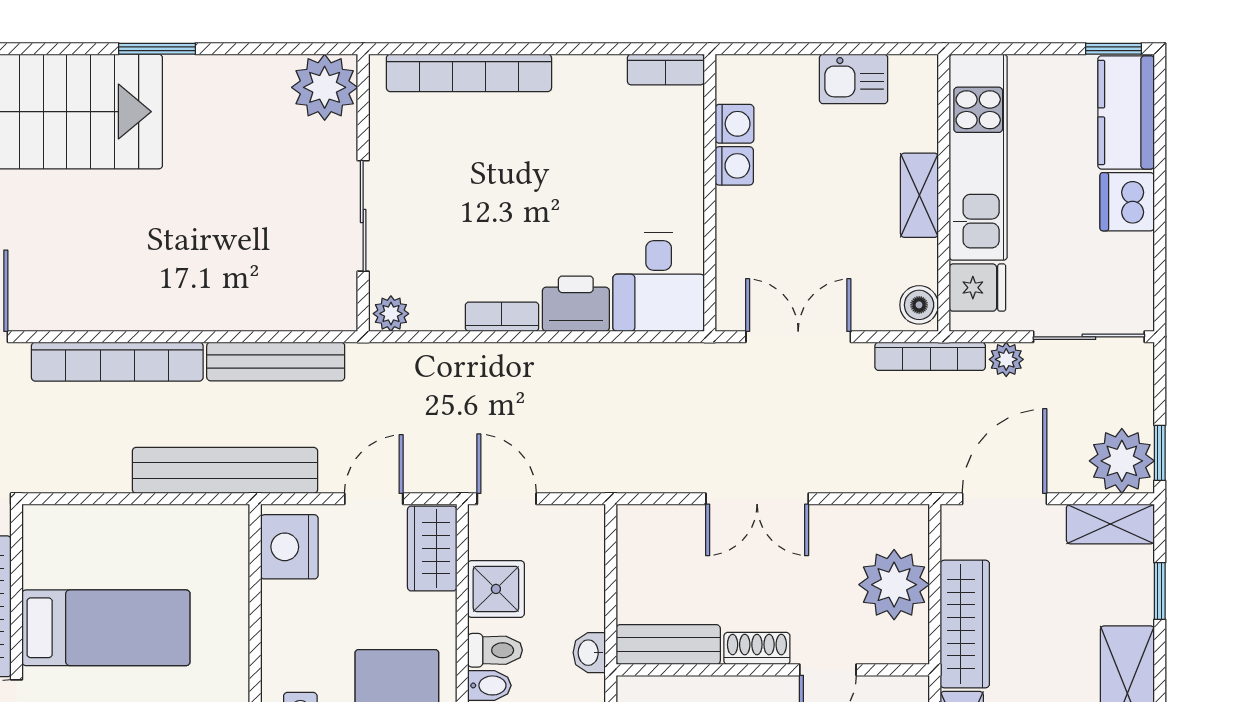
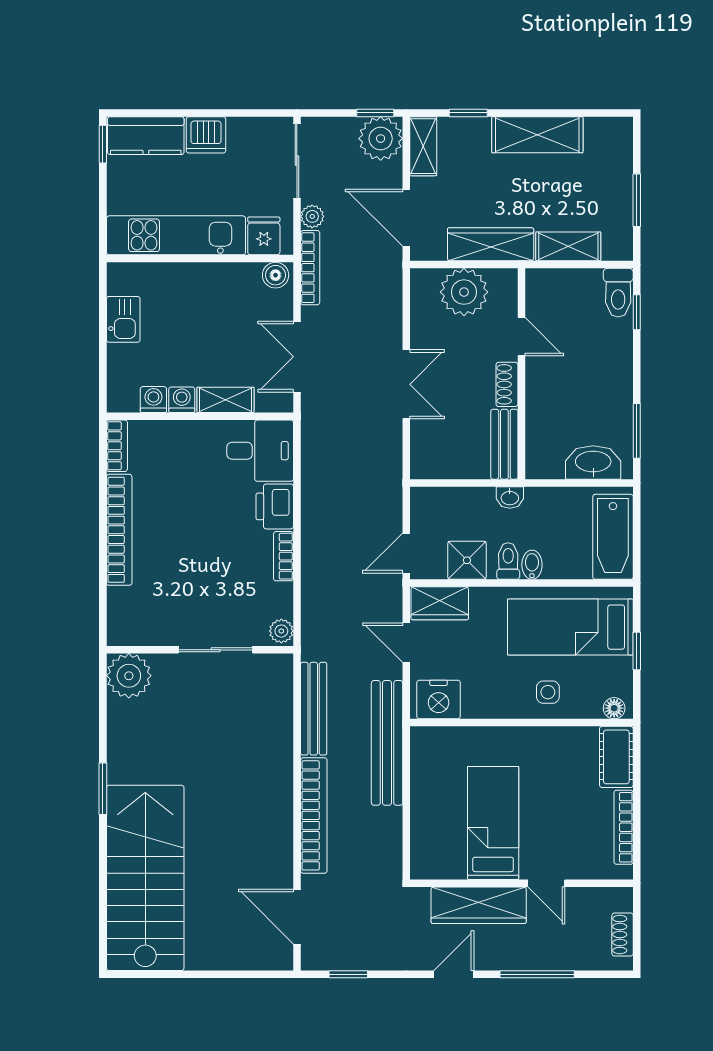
bookcase: (469, 73) -> (119, 530), moved
shelving: (919, 195) -> (226, 400), moved

